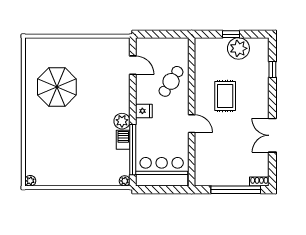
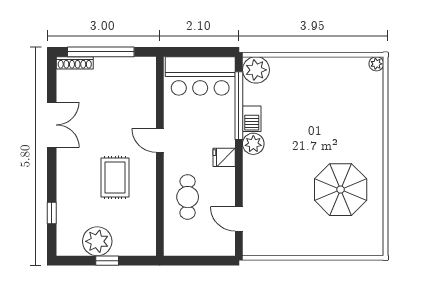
cafe table: (171, 81) -> (188, 197), turned -33
plant: (125, 181) -> (256, 70), width x1.88, depth x1.88
shoe rack: (259, 182) -> (75, 63), width x1.43

